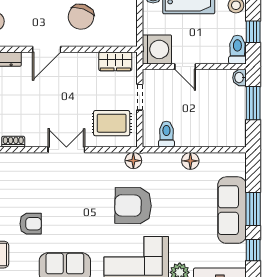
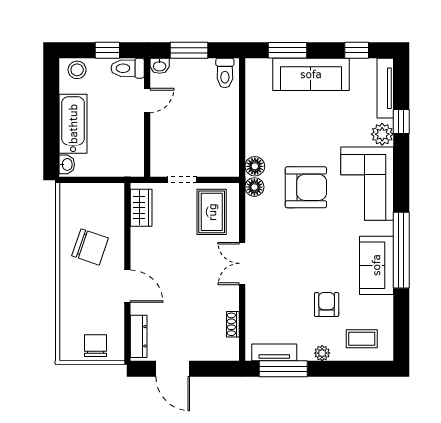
washing machine: (157, 49) -> (127, 160), removed
door: (185, 67) -> (147, 100), moved
toilet: (166, 134) -> (225, 73), moved, turned -90
floor lamp: (190, 161) -> (255, 166), moved
armchair: (133, 206) -> (306, 187), turned -91
window: (253, 209) -> (287, 50), moved

